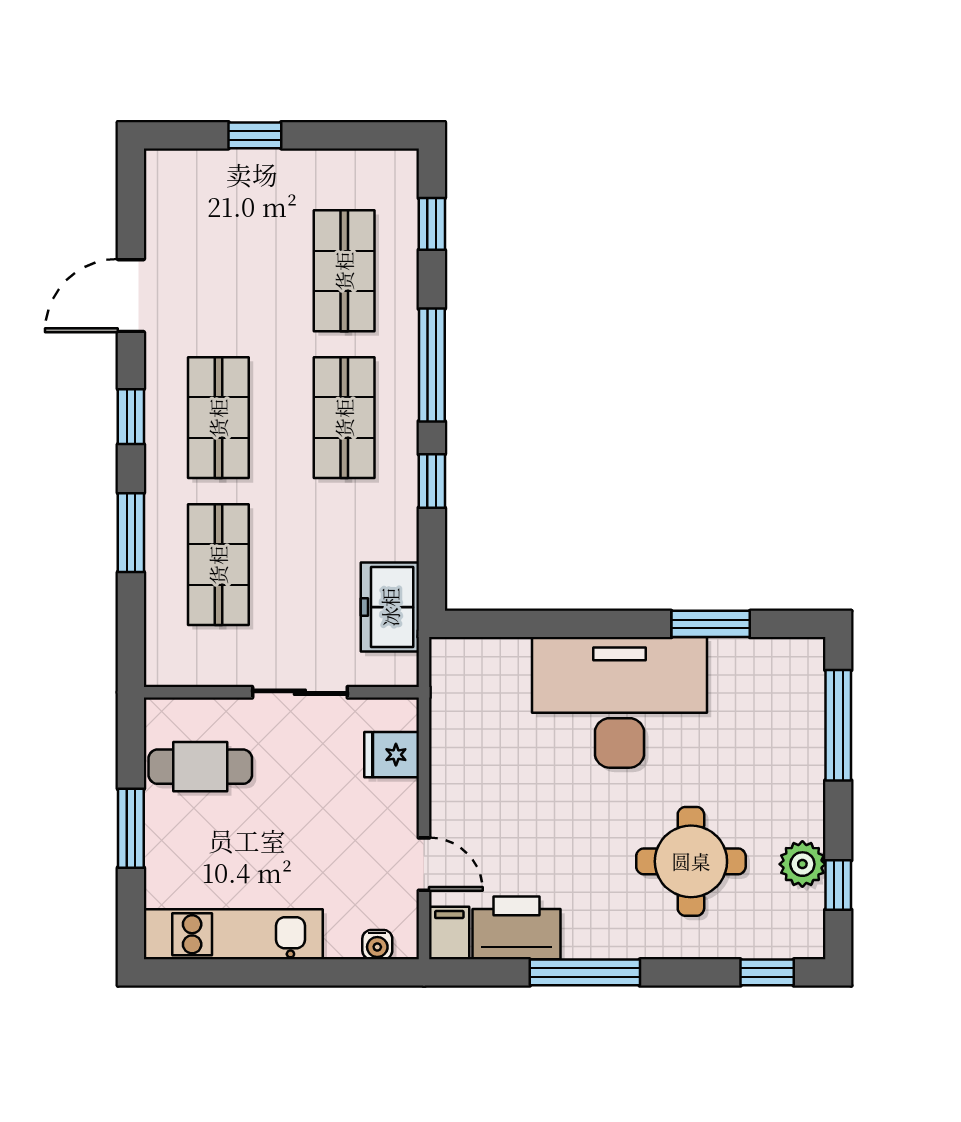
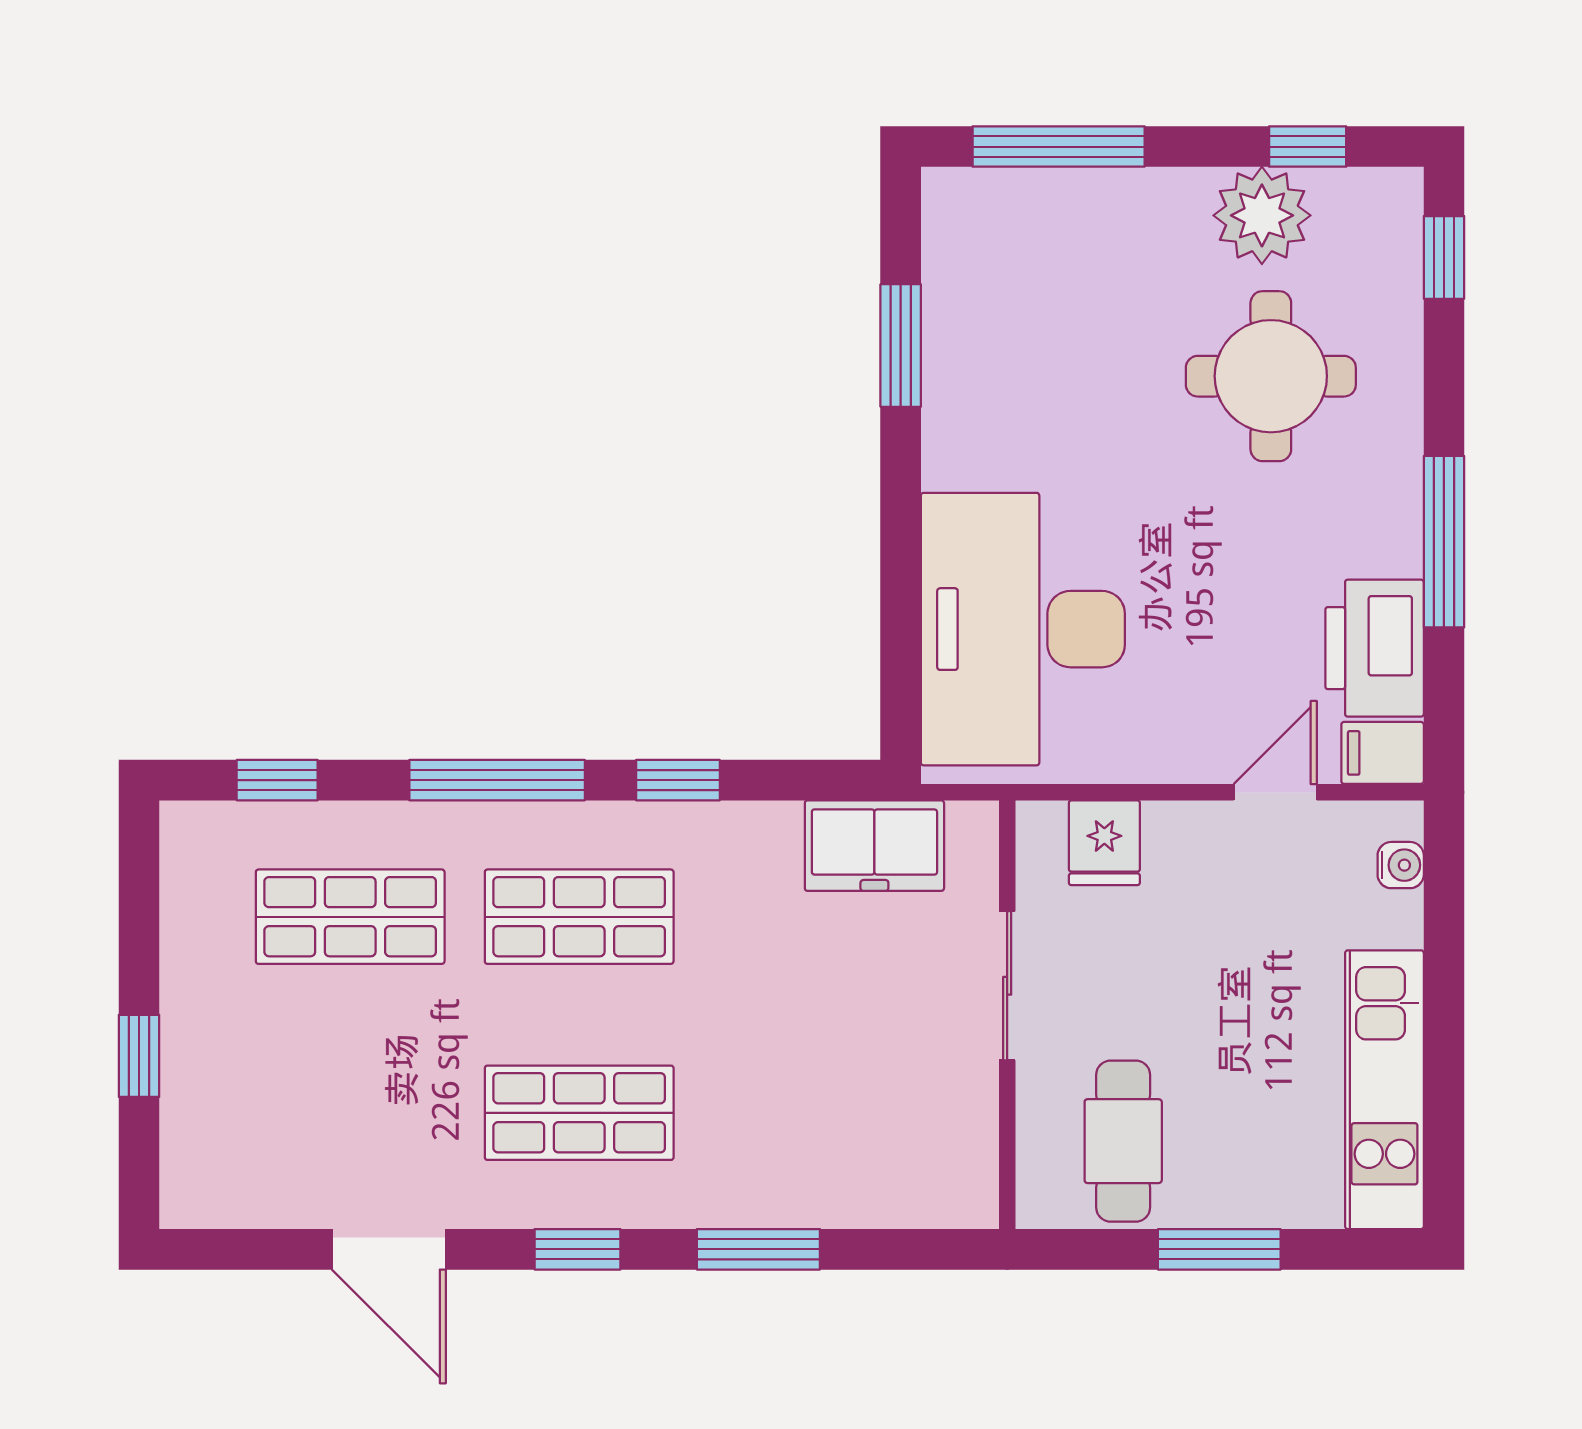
shop shelf: (218, 565) -> (808, 1113), removed
desk: (620, 702) -> (1023, 629), moved
plant: (802, 864) -> (1262, 215), width x1.36, depth x1.36

